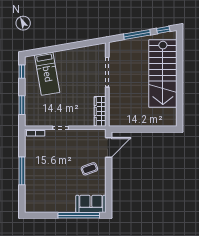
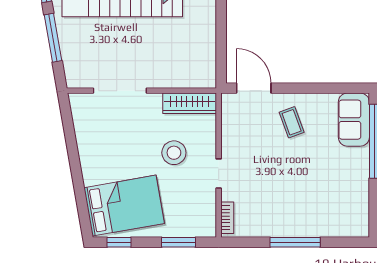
bed: (47, 74) -> (124, 206), width x1.50
stool: (72, 103) -> (174, 153), added

